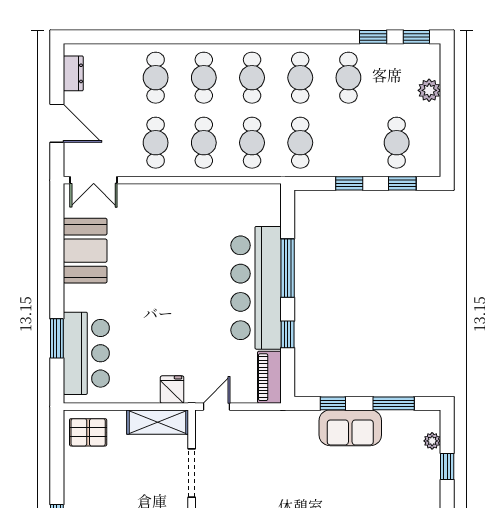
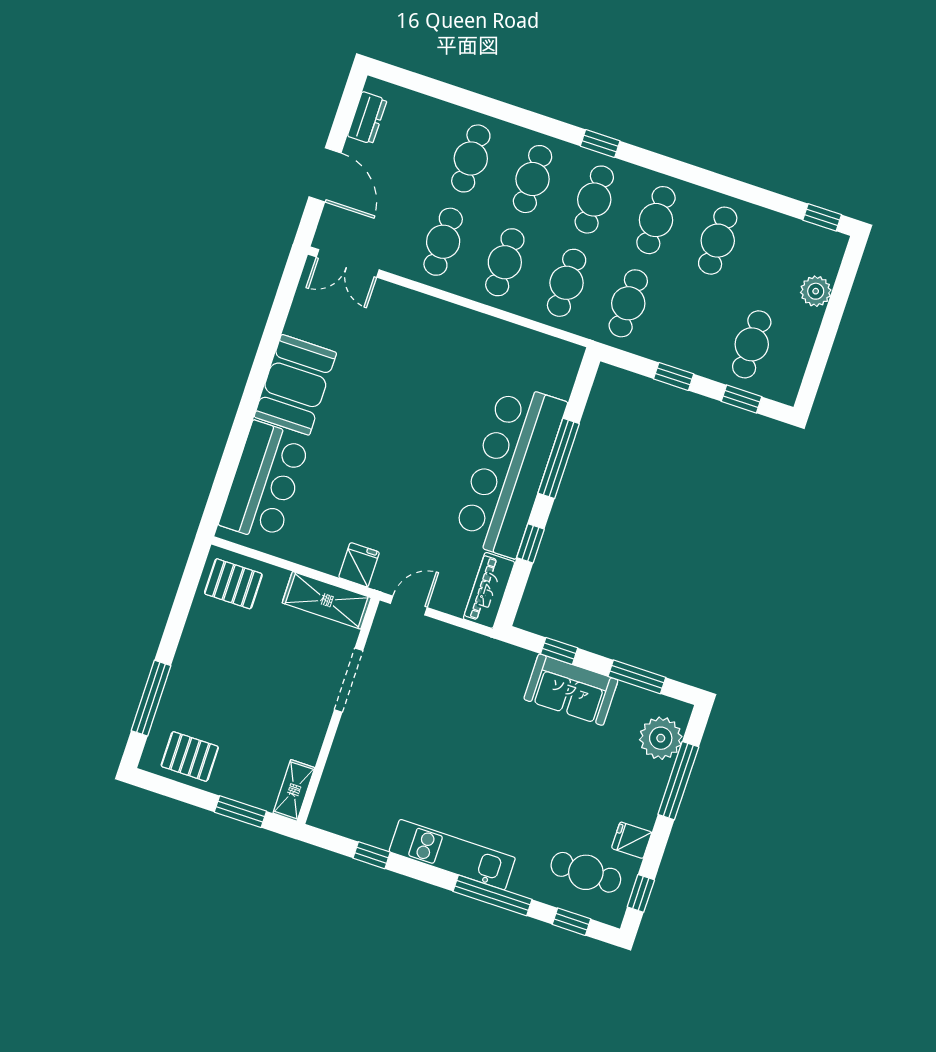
window: (373, 37) -> (600, 144), moved
booth: (85, 251) -> (295, 385), moved
window: (57, 338) -> (233, 450), removed
plant: (432, 441) -> (661, 738), width x1.88, depth x1.88
window: (447, 467) -> (678, 781), width x2.17

